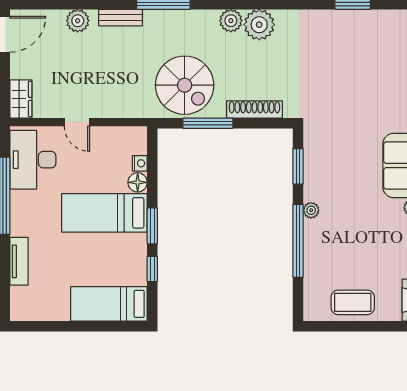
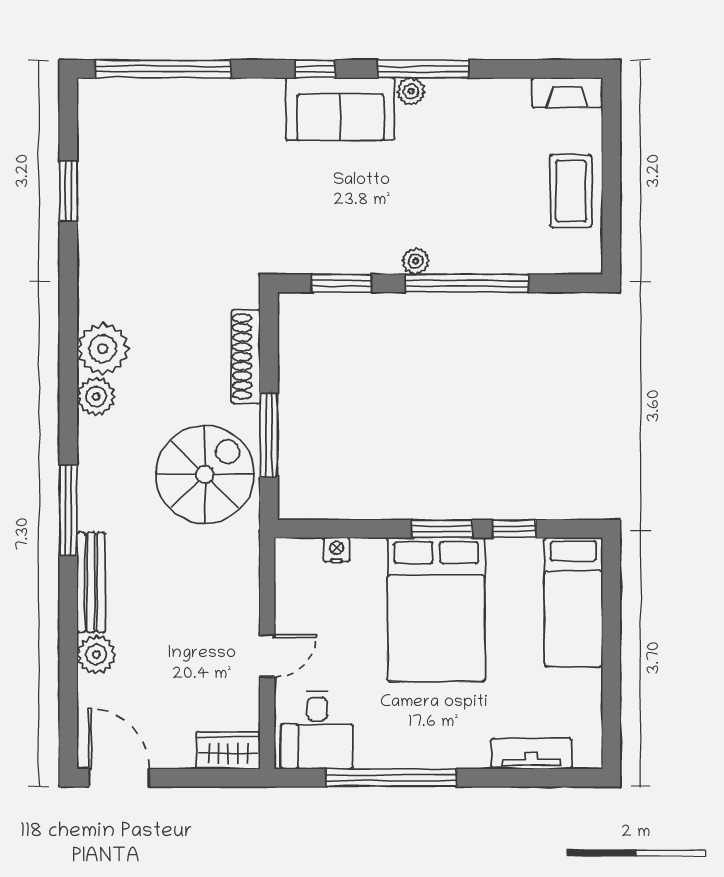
bench: (120, 18) -> (91, 582), width x1.36
desk: (33, 160) -> (317, 730), width x0.73
floor lamp: (138, 182) -> (369, 554), removed
bed: (104, 213) -> (436, 609), width x1.50
tv unit: (19, 261) -> (531, 754), moved

